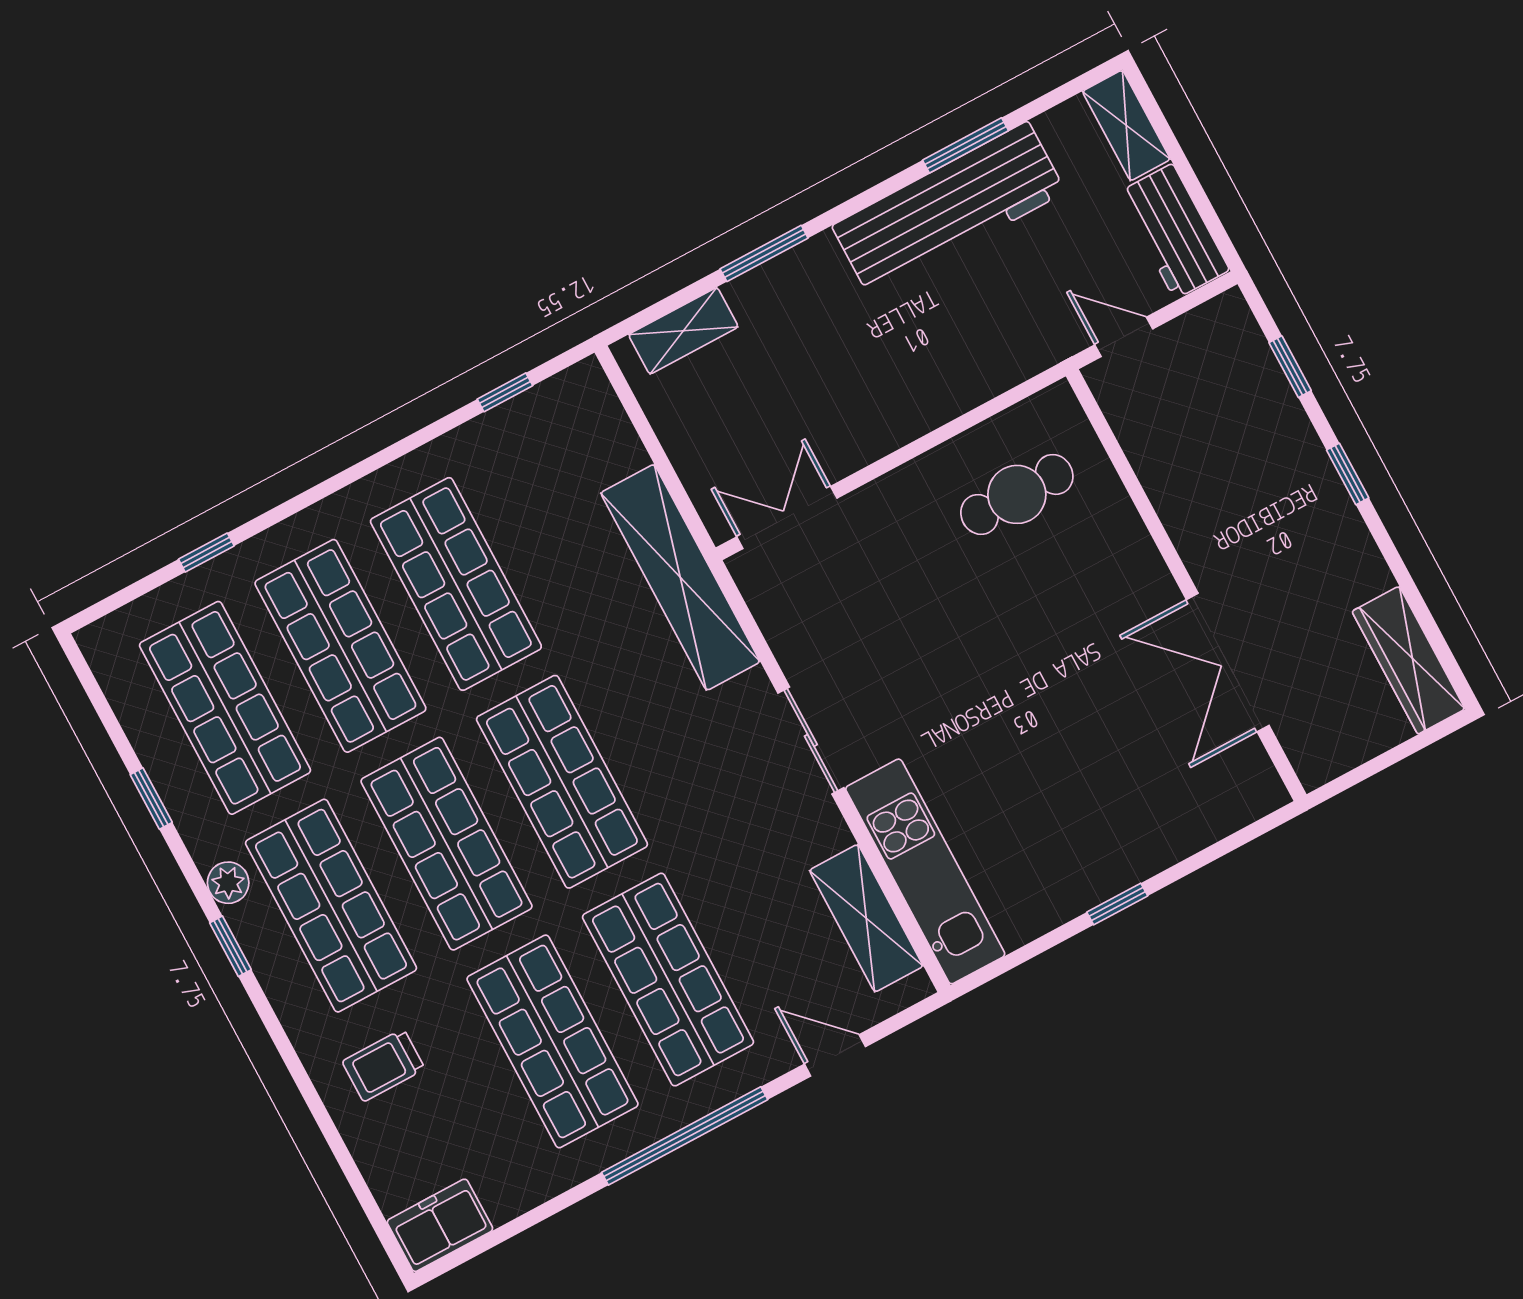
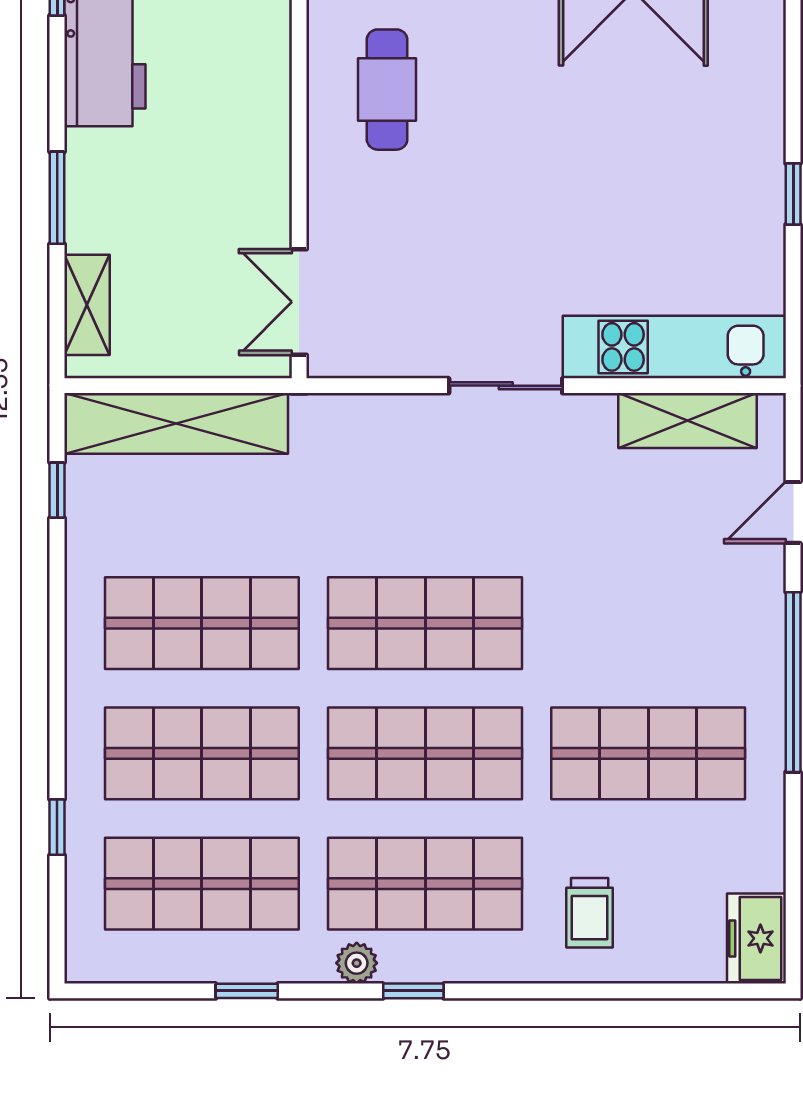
shelving: (680, 577) -> (176, 423), moved
shop shelf: (668, 980) -> (648, 623), removed

